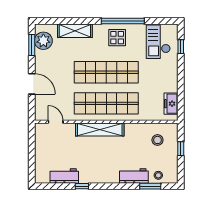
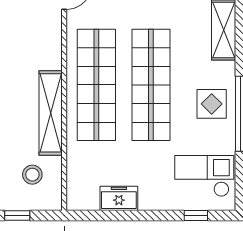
freezer: (171, 104) -> (119, 198), moved
shelving: (100, 130) -> (51, 113), moved

